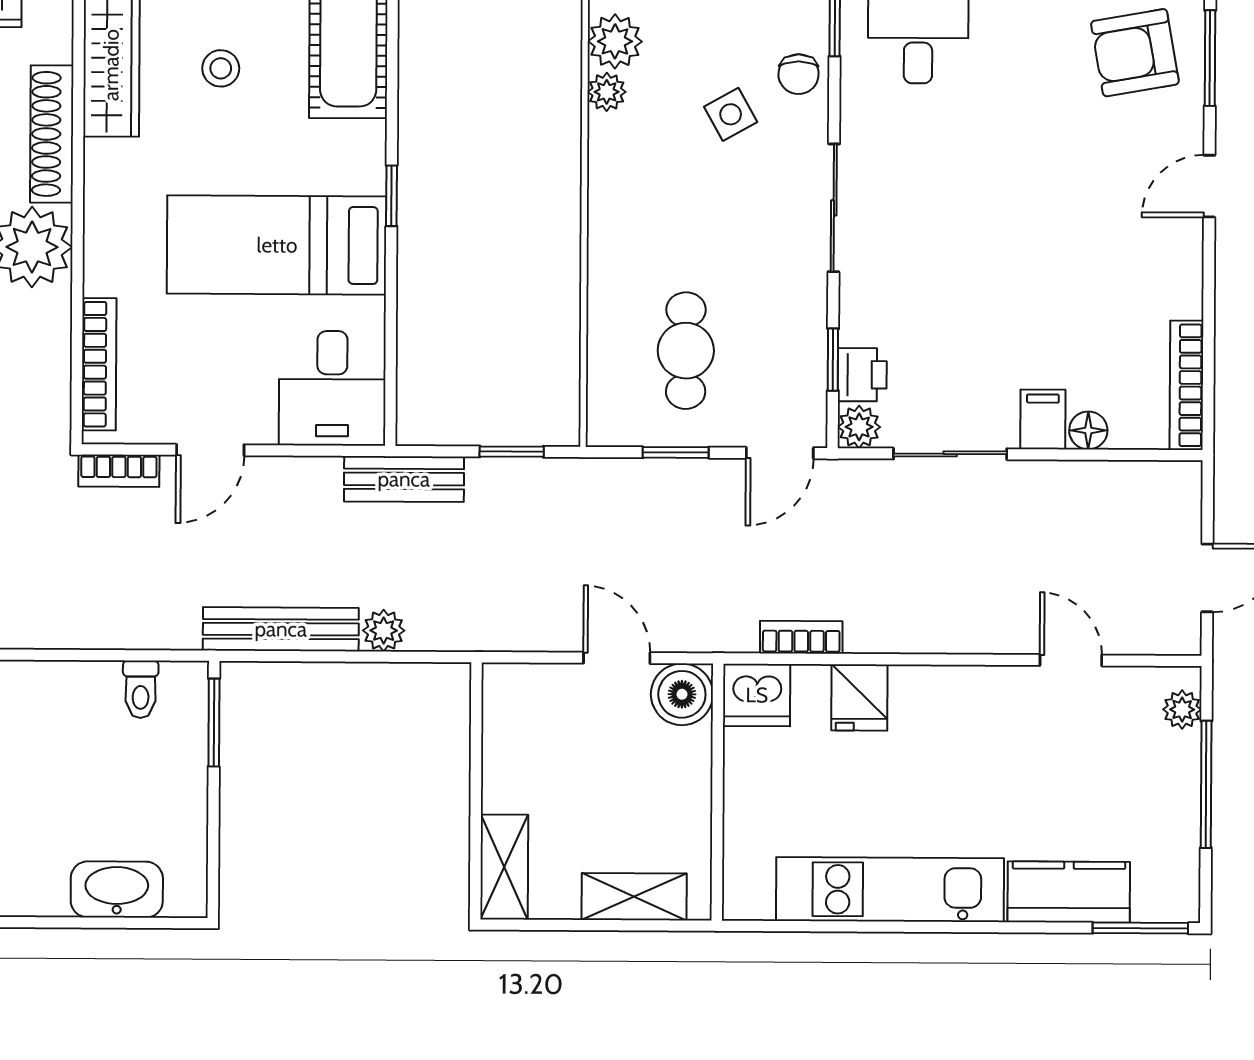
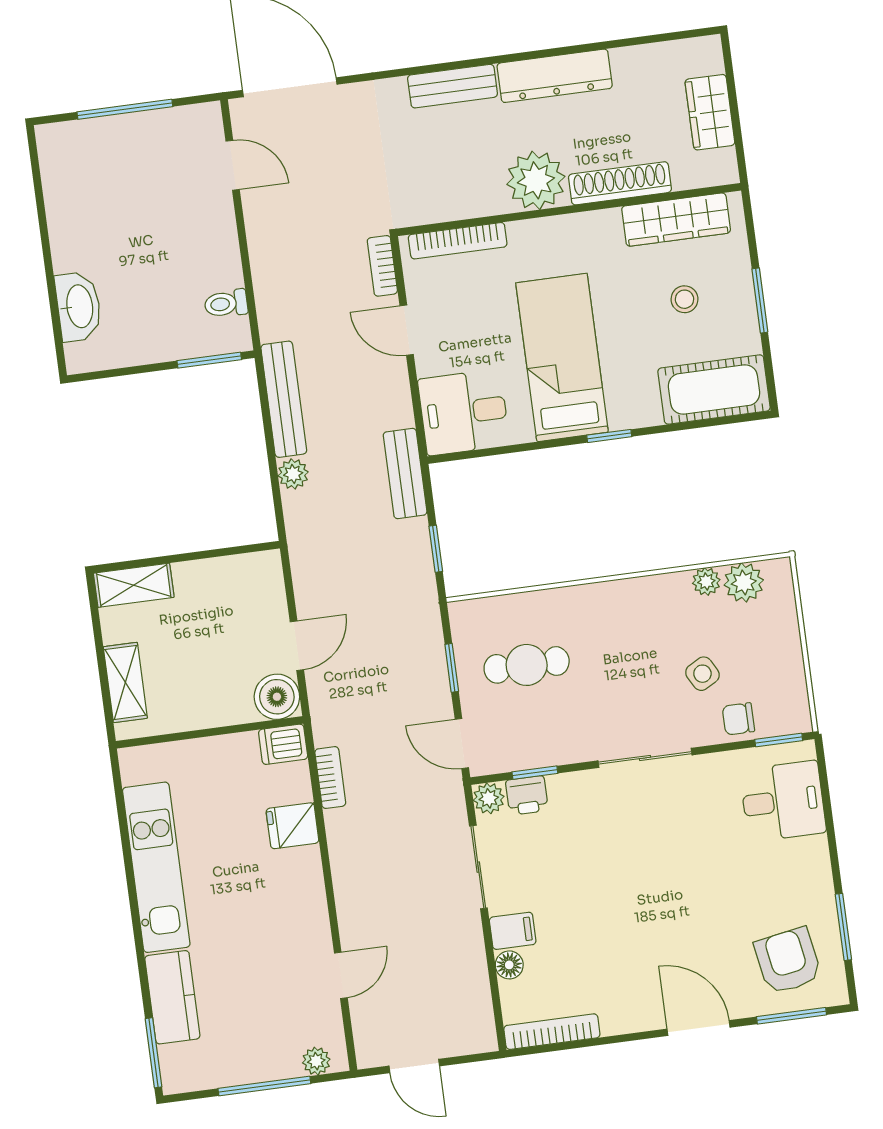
door: (1209, 186) -> (699, 1028), width x1.38
dishwasher: (757, 695) -> (283, 744), width x0.73

